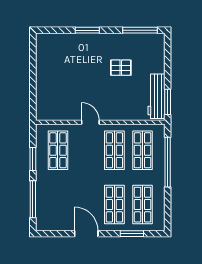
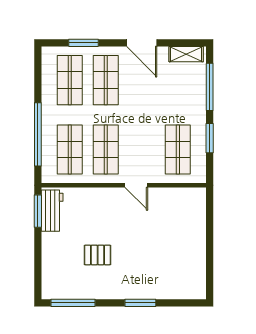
workbench: (156, 96) -> (52, 211), width x0.73
shelving: (52, 225) -> (186, 54), added

